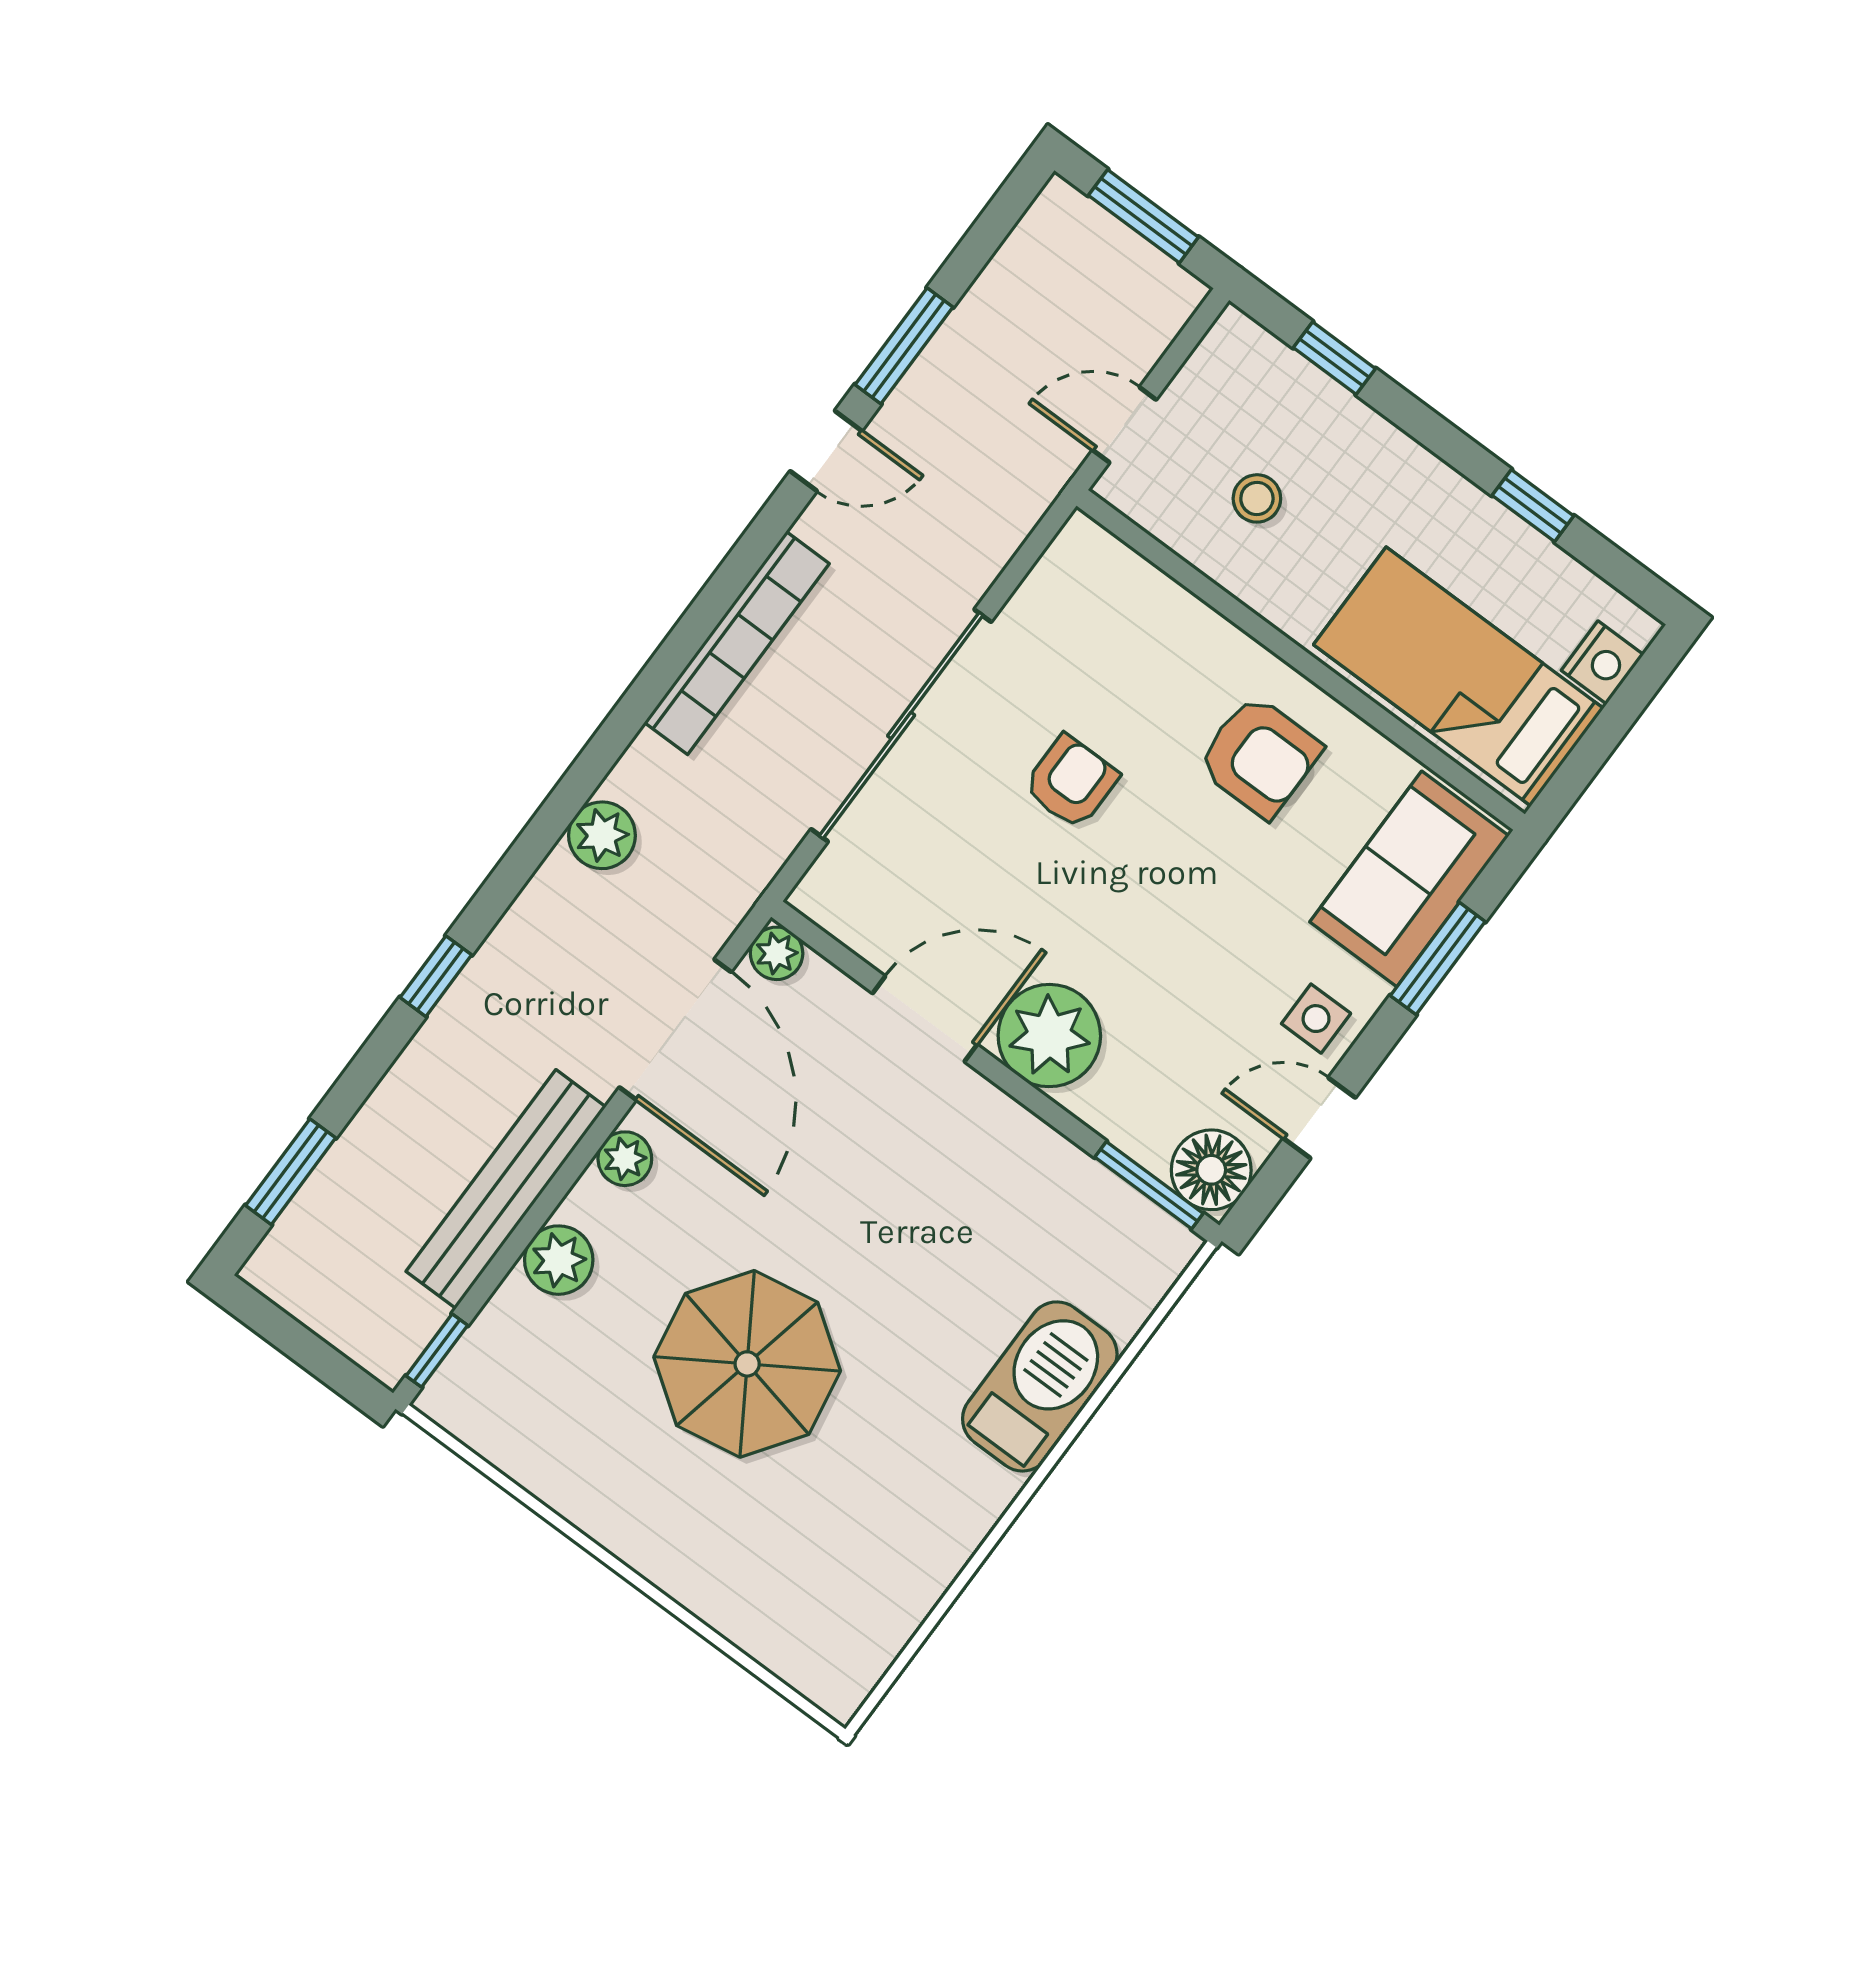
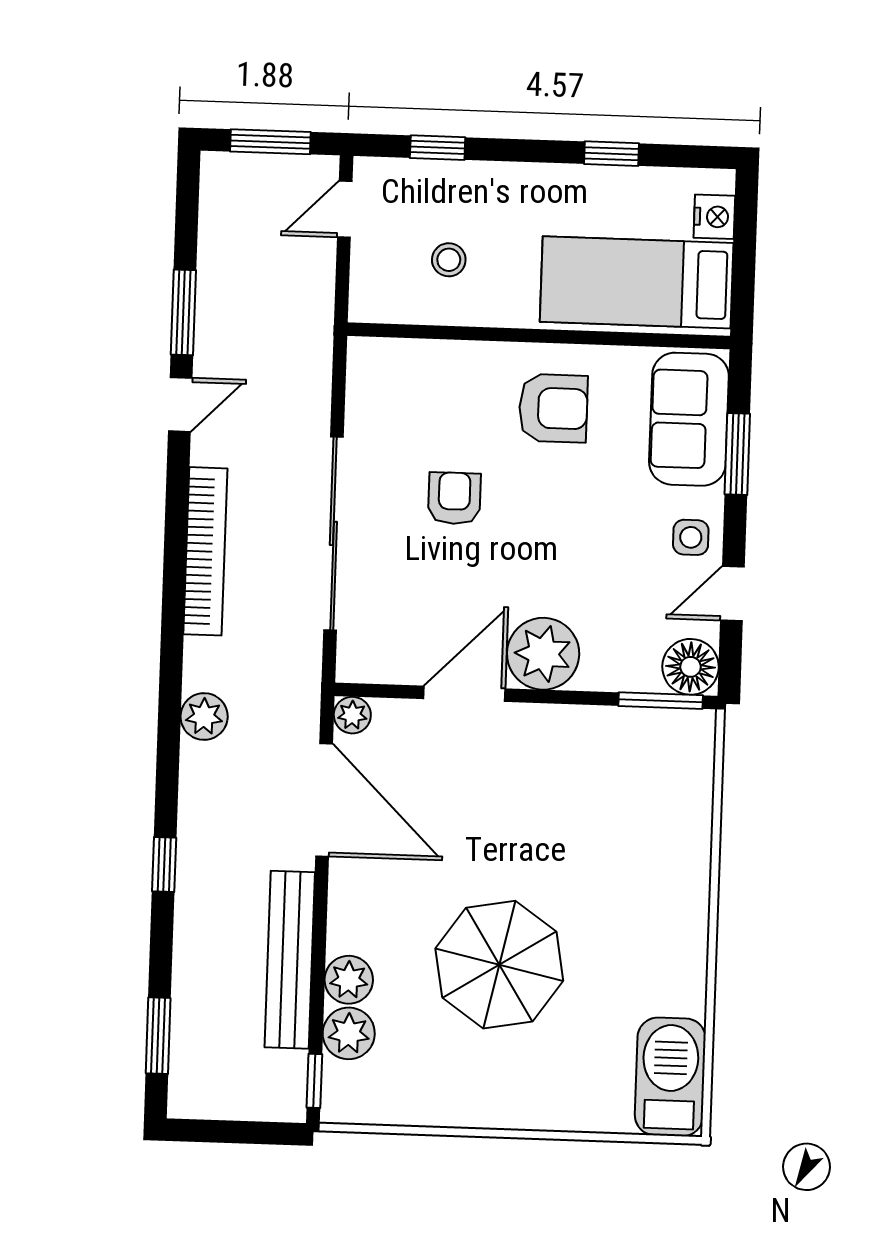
door: (1124, 425) -> (345, 209), moved
plant: (625, 1159) -> (349, 1033), moved, width x1.38, depth x1.38
barbecue: (1040, 1386) -> (670, 1077), moved

